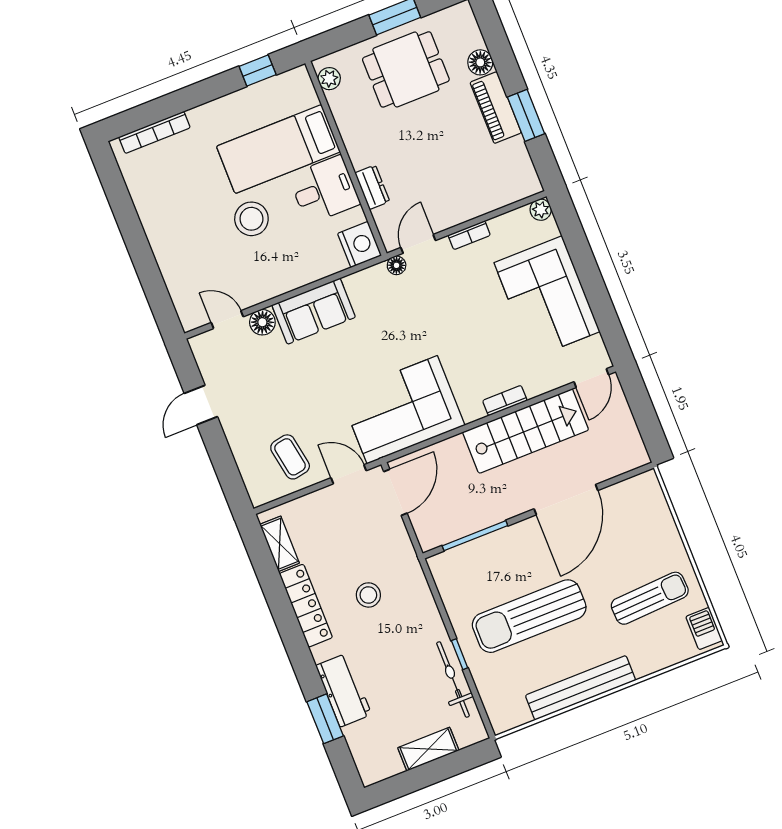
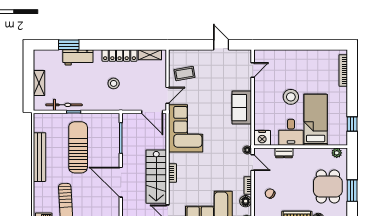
chair: (468, 183) -> (270, 194), added
floor lamp: (262, 322) -> (246, 201), moved

